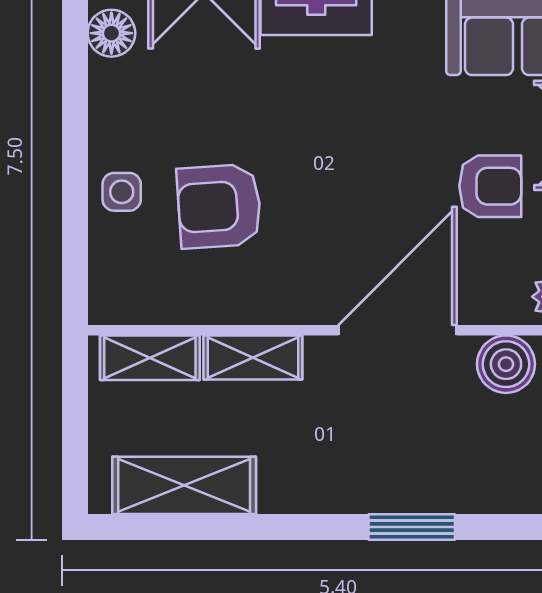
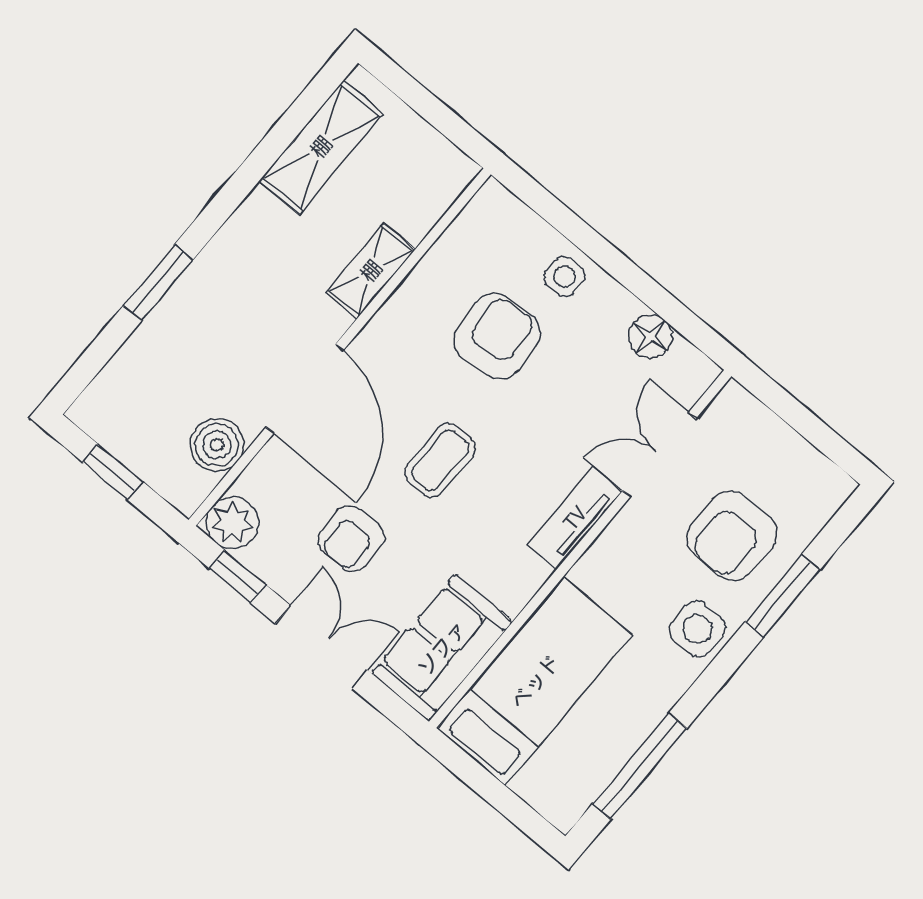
floor lamp: (111, 33) -> (651, 337), moved
coffee table: (363, 167) -> (440, 460), added
shelving: (150, 358) -> (431, 199), removed

